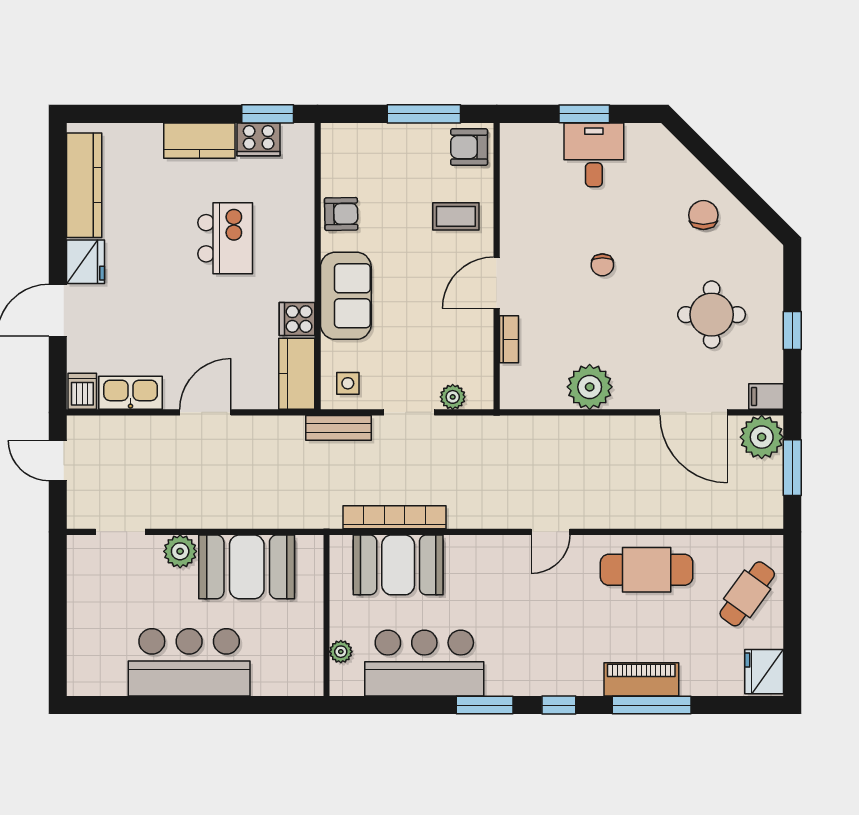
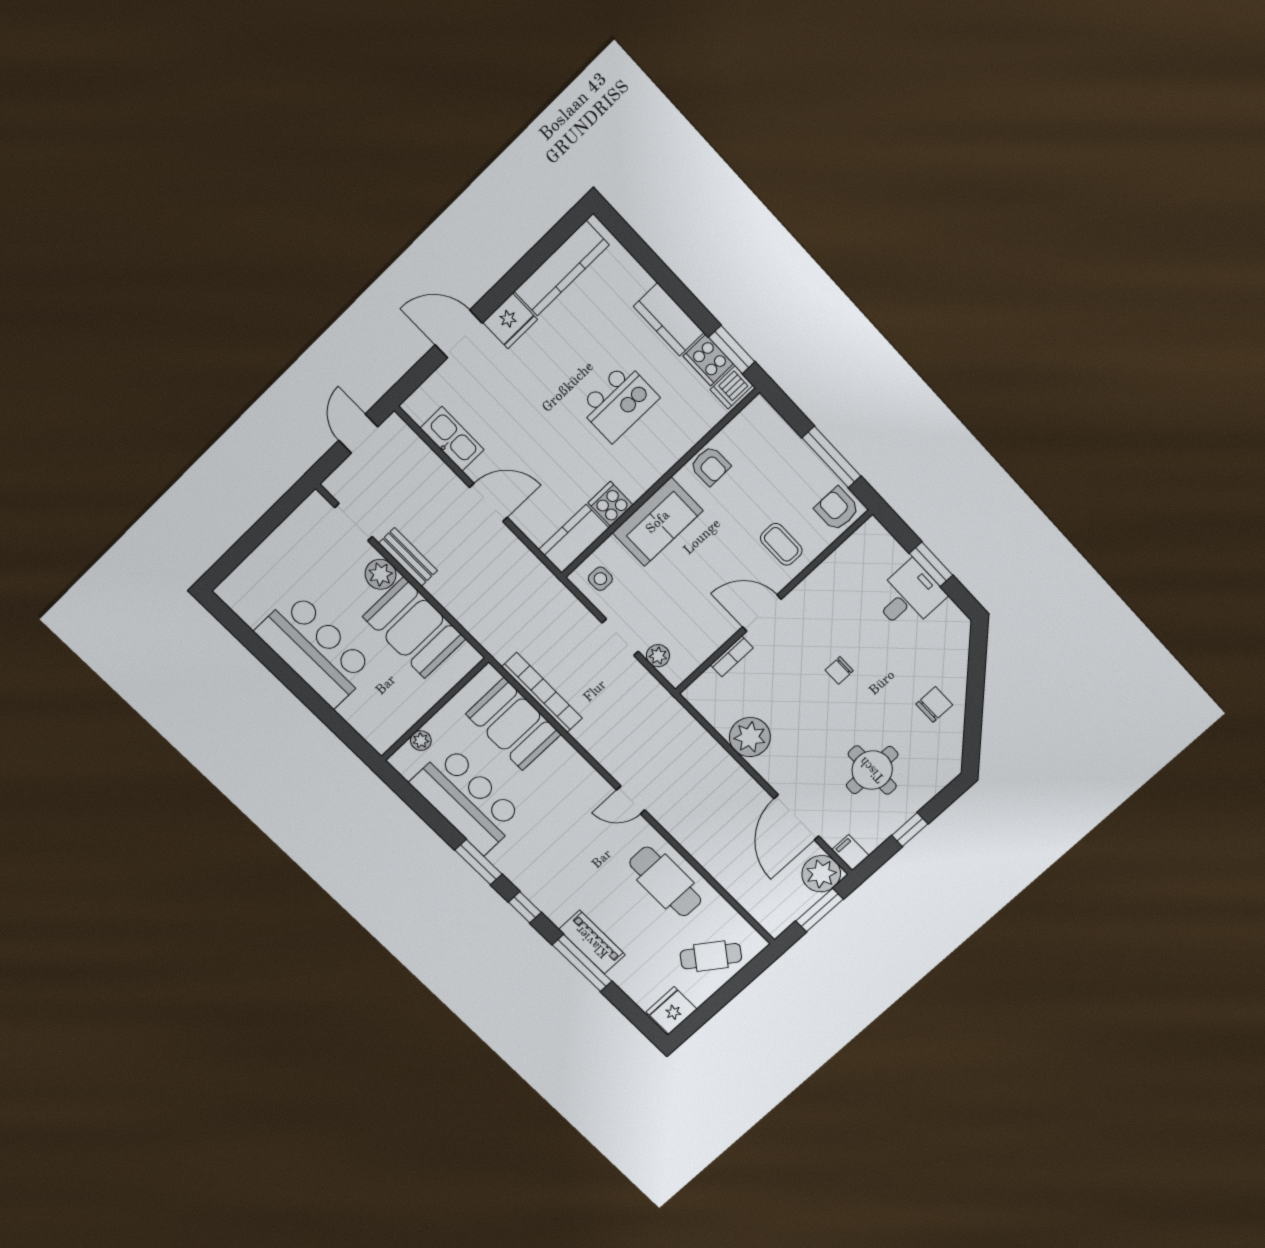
dishwasher: (82, 391) -> (731, 387), moved, turned 180
bench: (338, 428) -> (408, 557), moved

